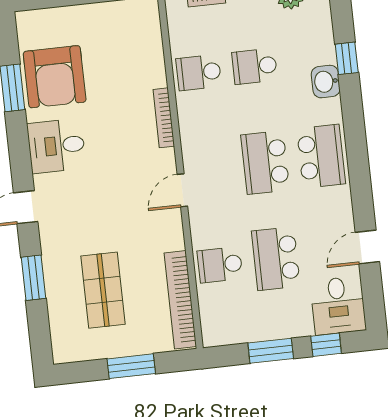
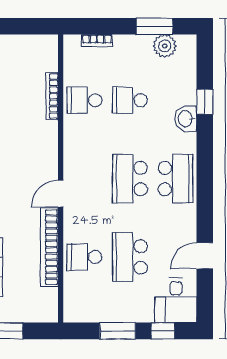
bookcase: (164, 118) -> (52, 96), moved
bookcase: (180, 300) -> (49, 247), moved

